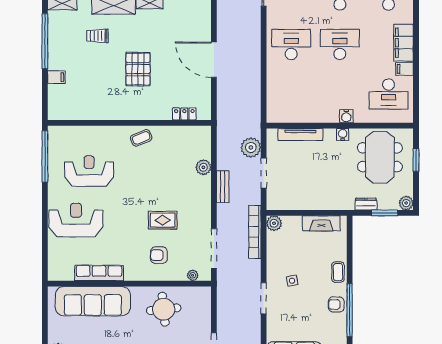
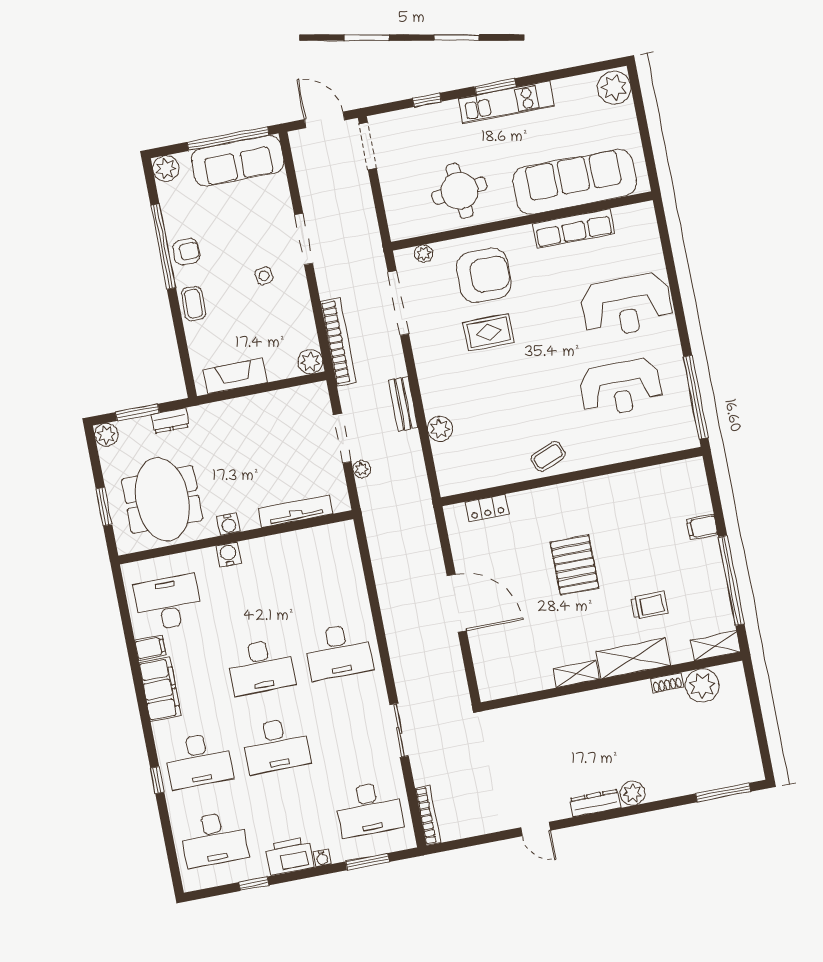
plant: (251, 147) -> (362, 469), width x0.53, depth x0.53
armchair: (159, 255) -> (484, 275), width x1.88, depth x1.88

